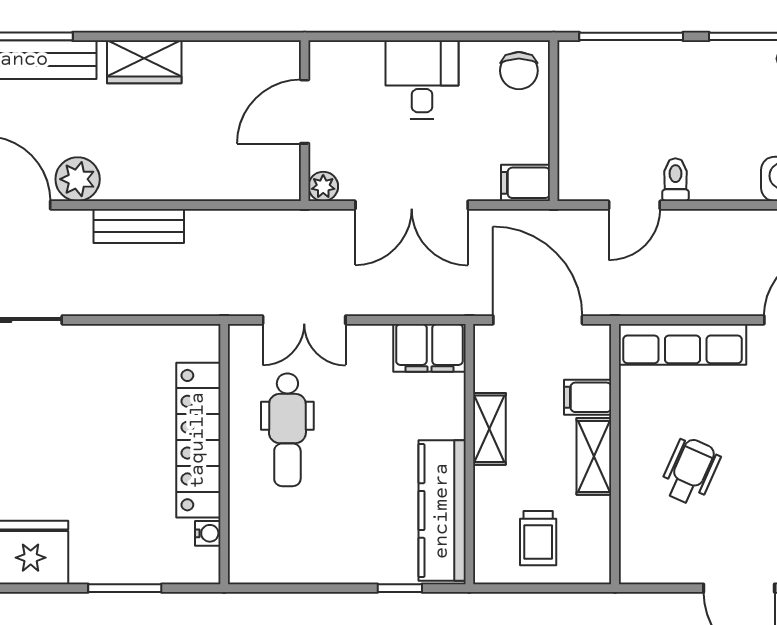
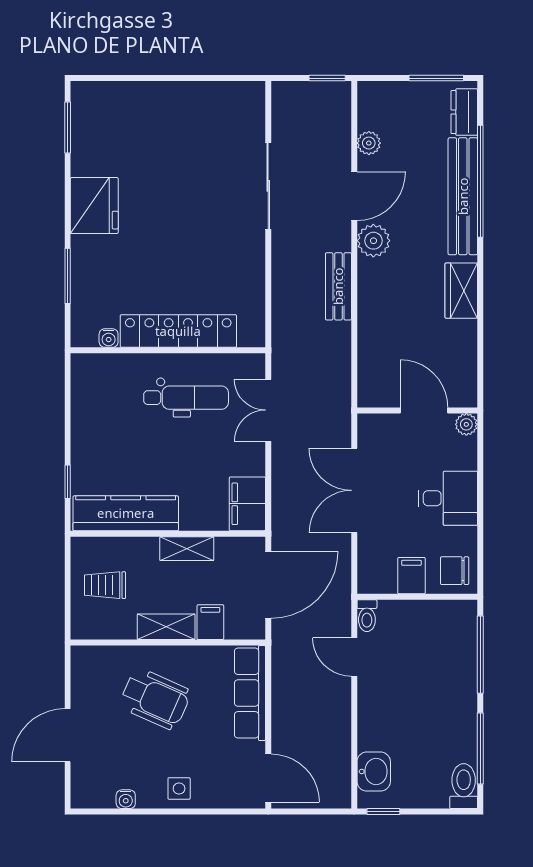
toilet: (675, 180) -> (367, 616), moved, turned 90
filing cabinet: (525, 183) -> (411, 576), moved
plant: (323, 186) -> (466, 424), moved
dental chair: (287, 430) -> (186, 398), turned 180
wheelchair: (690, 471) -> (155, 699), width x1.36, depth x1.37

